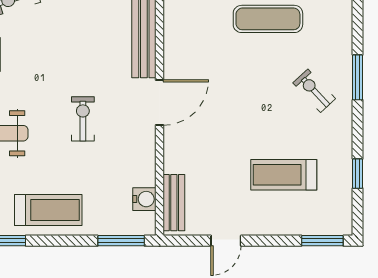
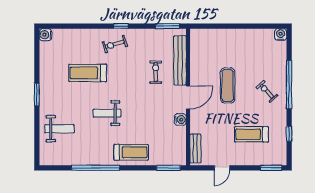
exercise mat: (268, 19) -> (228, 86), moved, turned 90
window: (358, 77) -> (289, 85), width x2.11
exercise bike: (83, 119) -> (156, 72), moved
water cooler: (144, 199) -> (180, 120), moved

